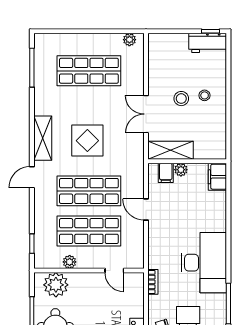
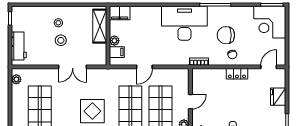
workbench: (208, 43) -> (19, 46), moved
shelving: (171, 150) -> (100, 26), moved
door: (114, 271) -> (190, 102), moved

